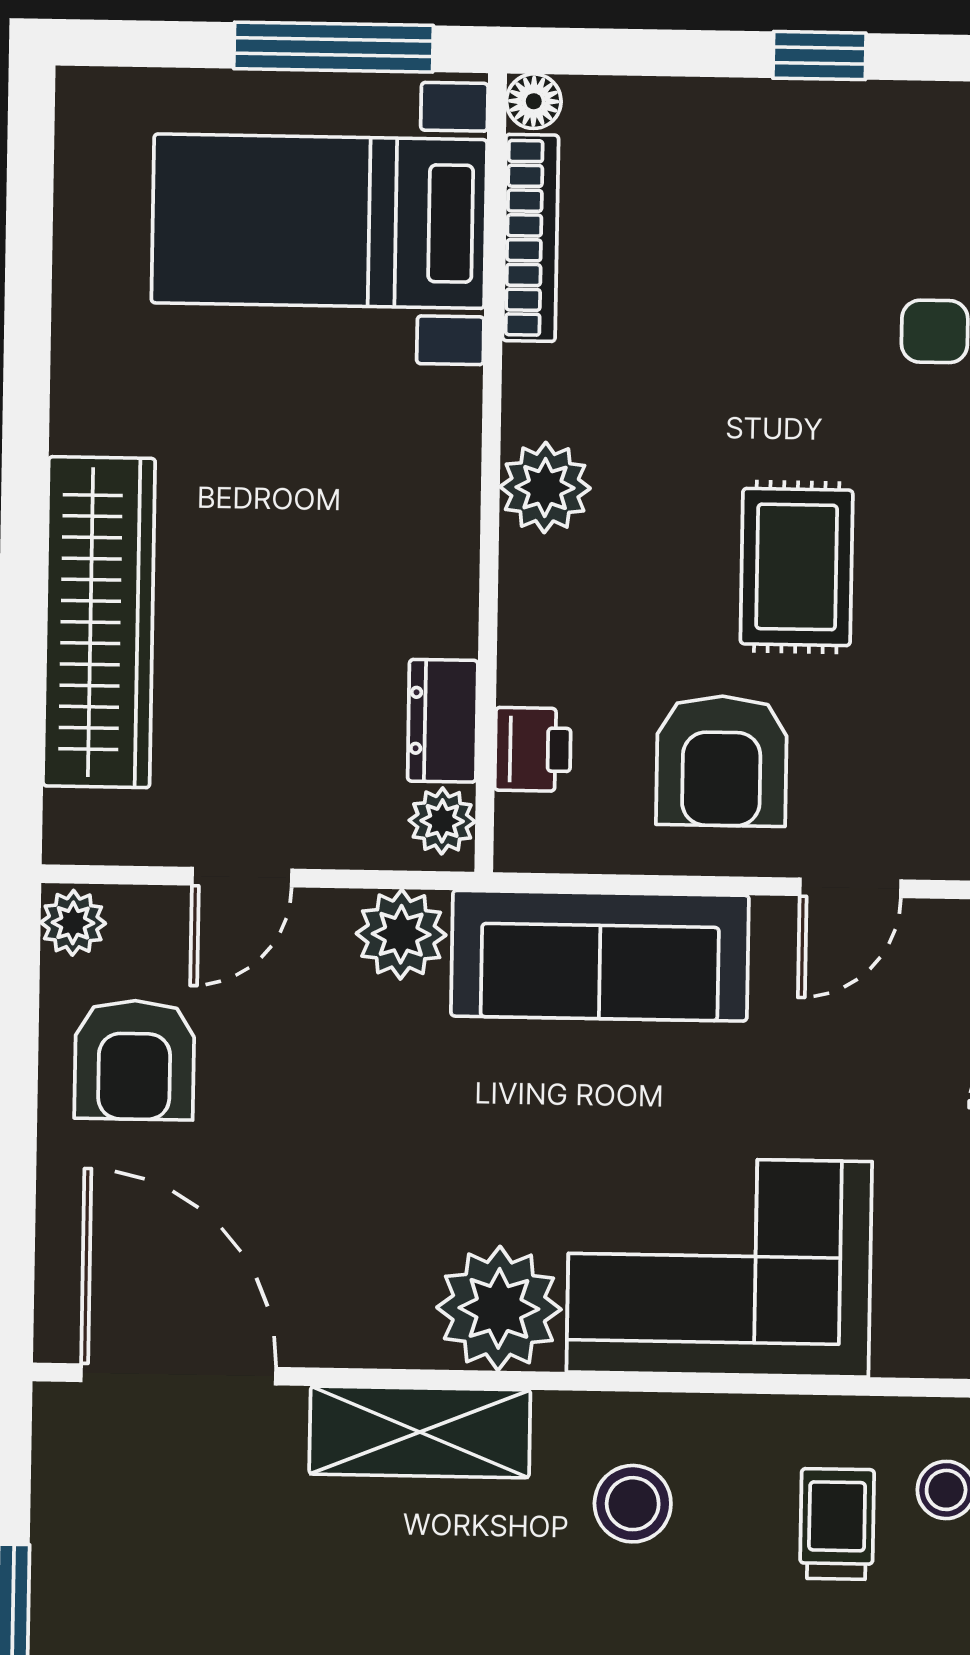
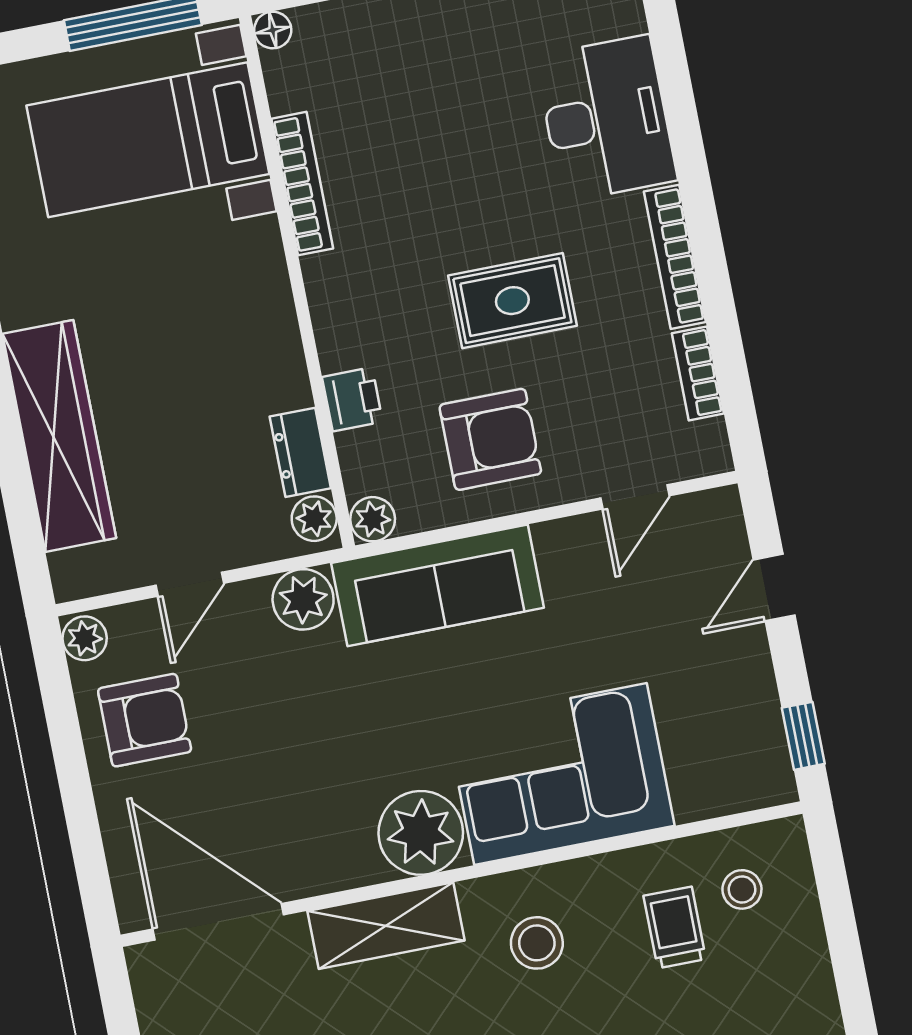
bookcase: (531, 238) -> (302, 184), moved
plant: (545, 488) -> (373, 519), moved, width x0.73, depth x0.73
rug: (797, 567) -> (512, 301), turned 90
printer: (533, 749) -> (352, 399), moved
armchair: (722, 761) -> (490, 439), turned -90
door: (850, 888) -> (635, 497), moved
armchair: (134, 1060) -> (145, 720), turned -90

